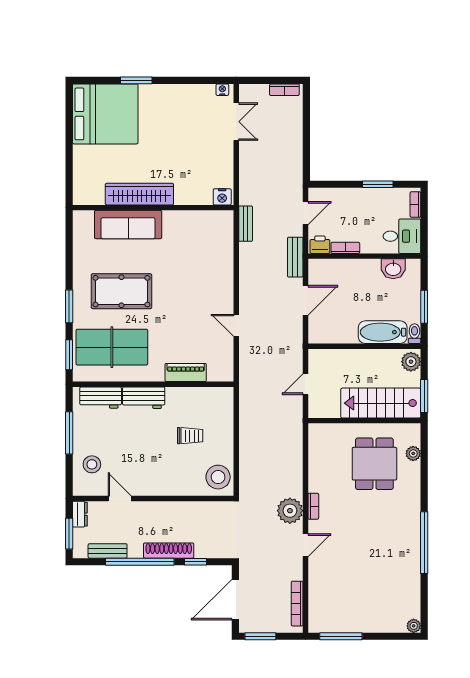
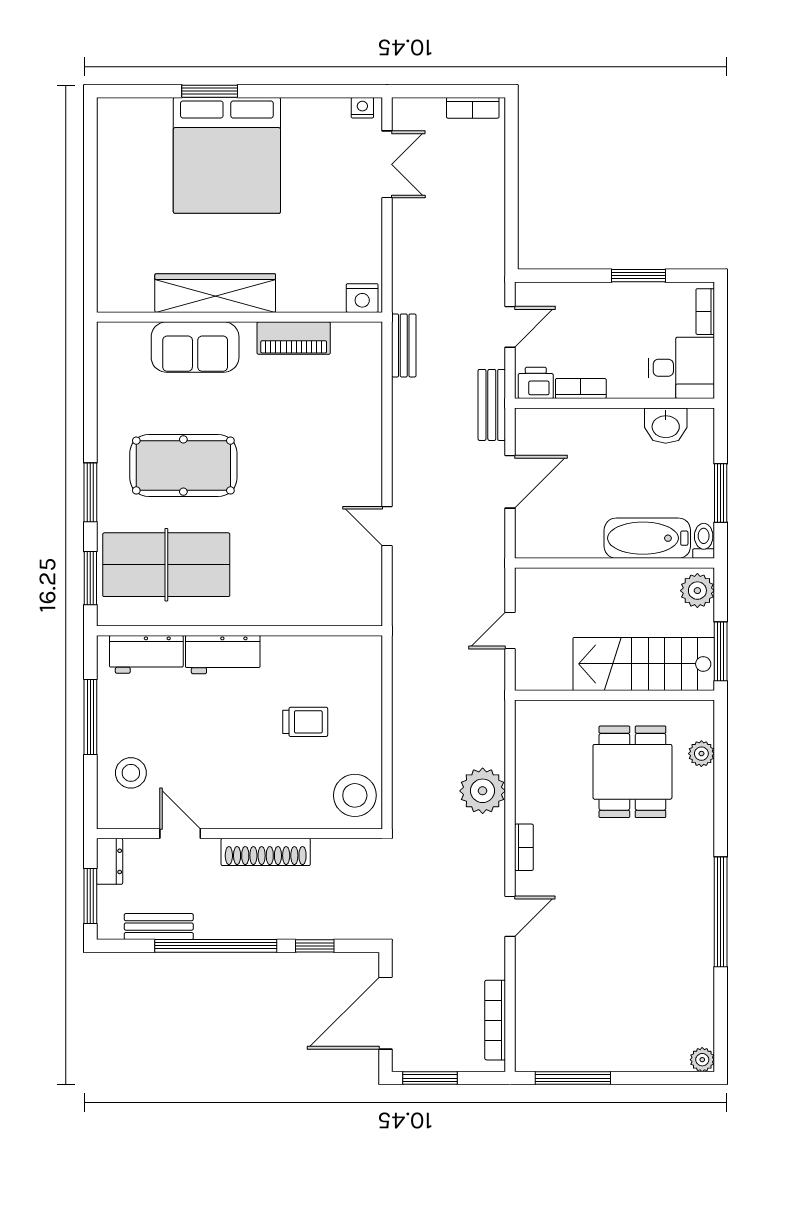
bed: (105, 114) -> (227, 155), moved, turned 90
sofa: (128, 225) -> (195, 347), width x0.73
piano: (186, 372) -> (294, 338), moved, turned 180
plant: (290, 511) -> (483, 791), moved
shoe rack: (169, 551) -> (266, 852), moved, turned 180

